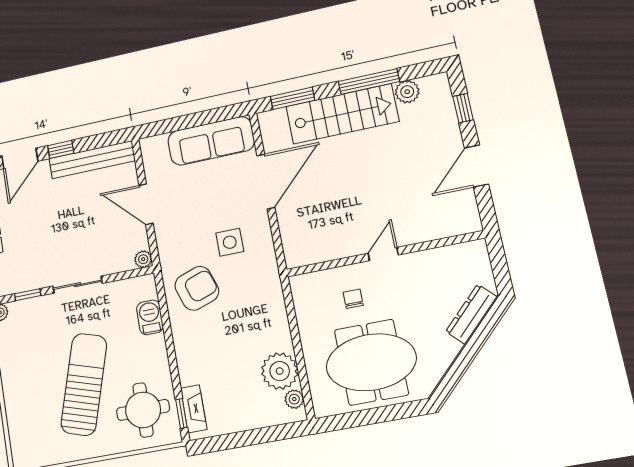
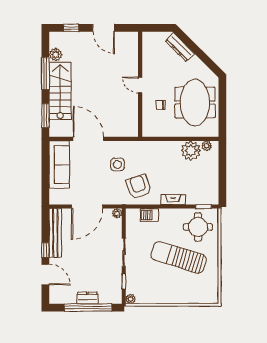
door: (146, 204) -> (87, 207), width x1.36
fireplace: (194, 409) -> (173, 200), moved

